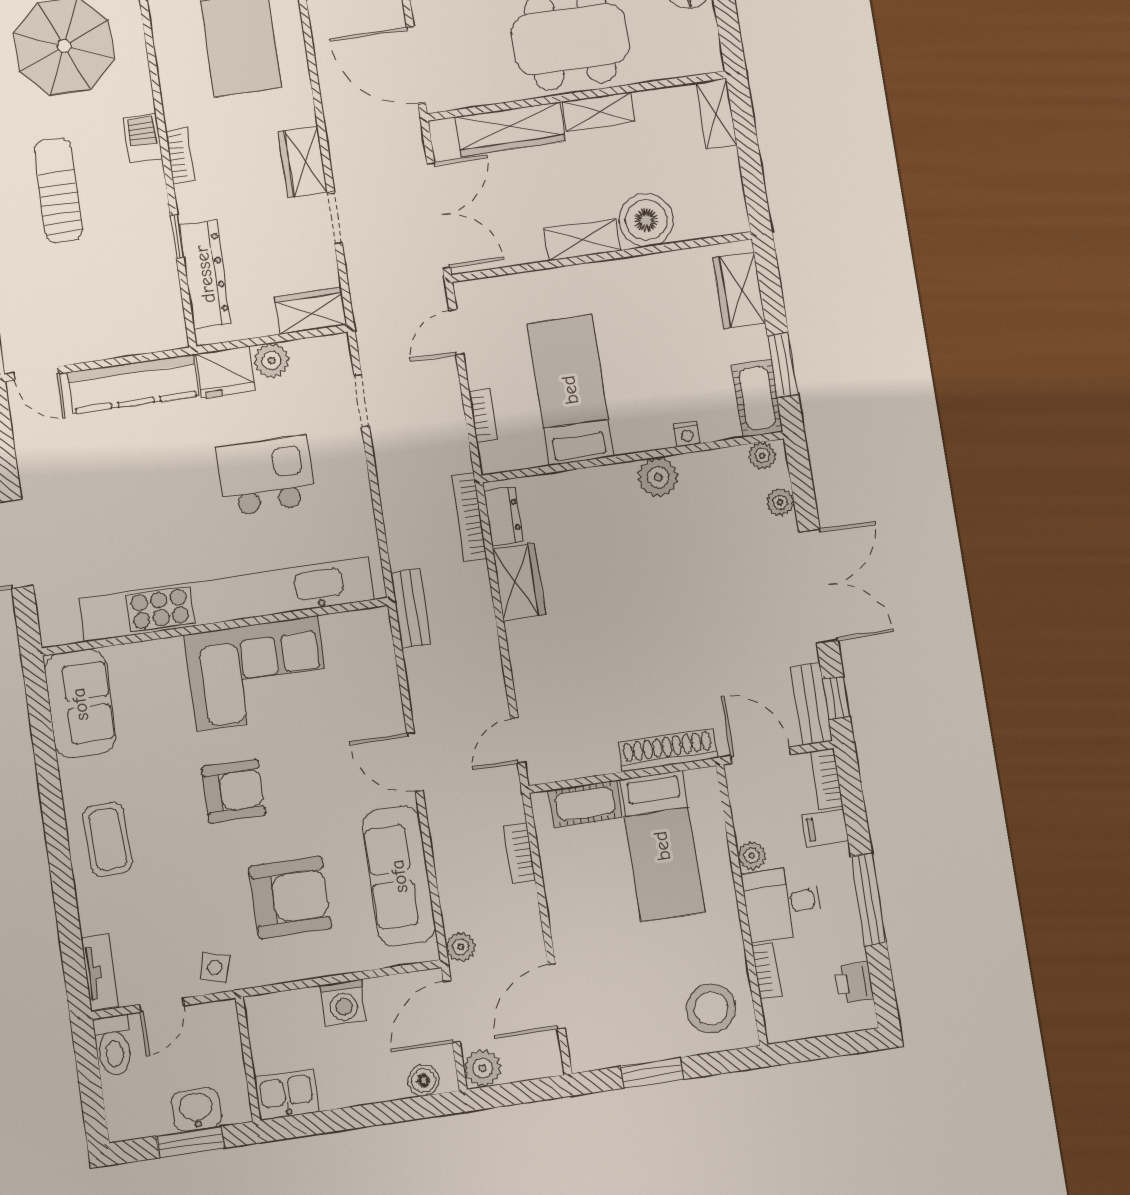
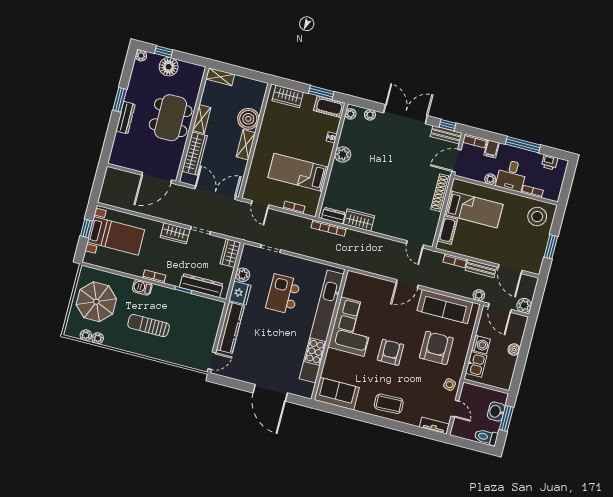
bench: (411, 608) -> (481, 269), moved
toilet: (114, 1046) -> (486, 437), moved, turned 180
boiler: (423, 1080) -> (514, 350), moved
kitchen sink: (287, 1094) -> (476, 364), moved, turned 180

